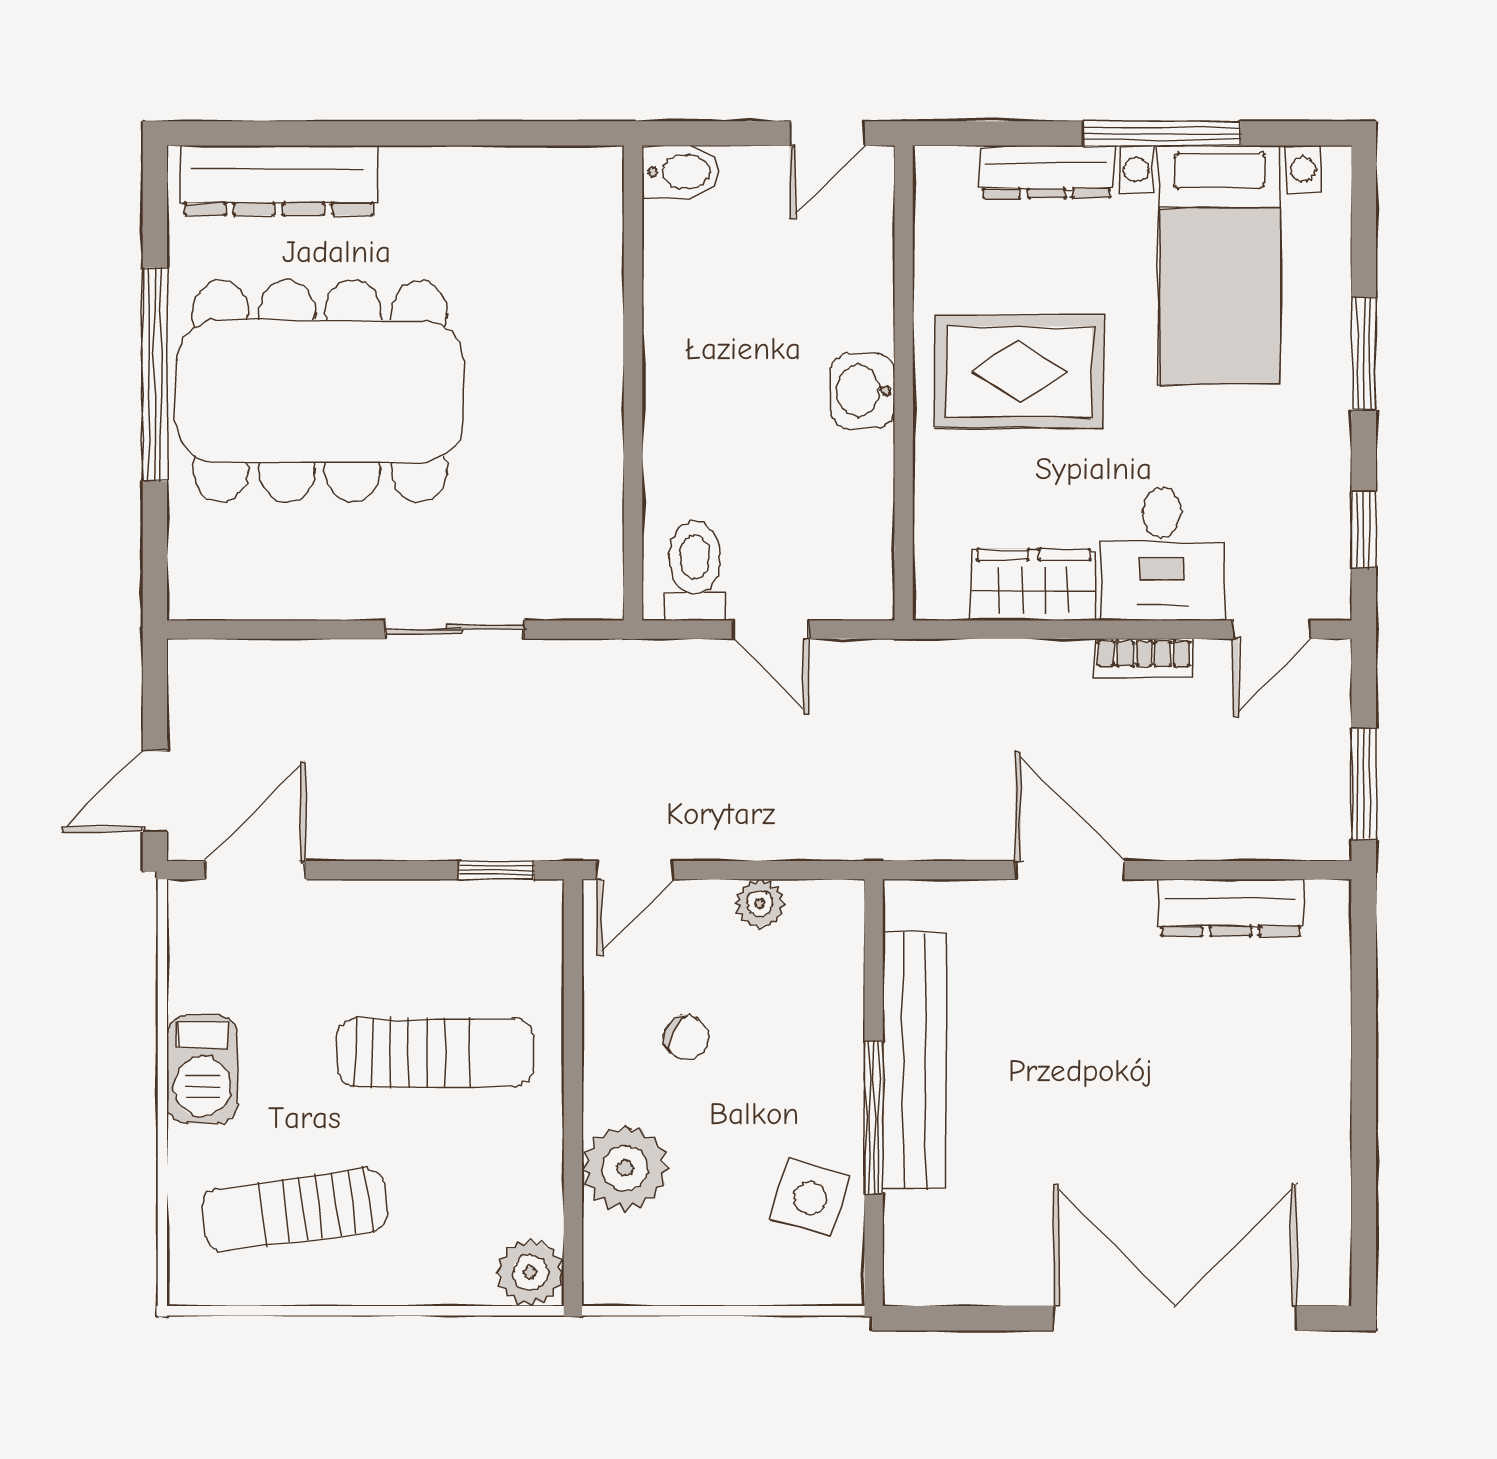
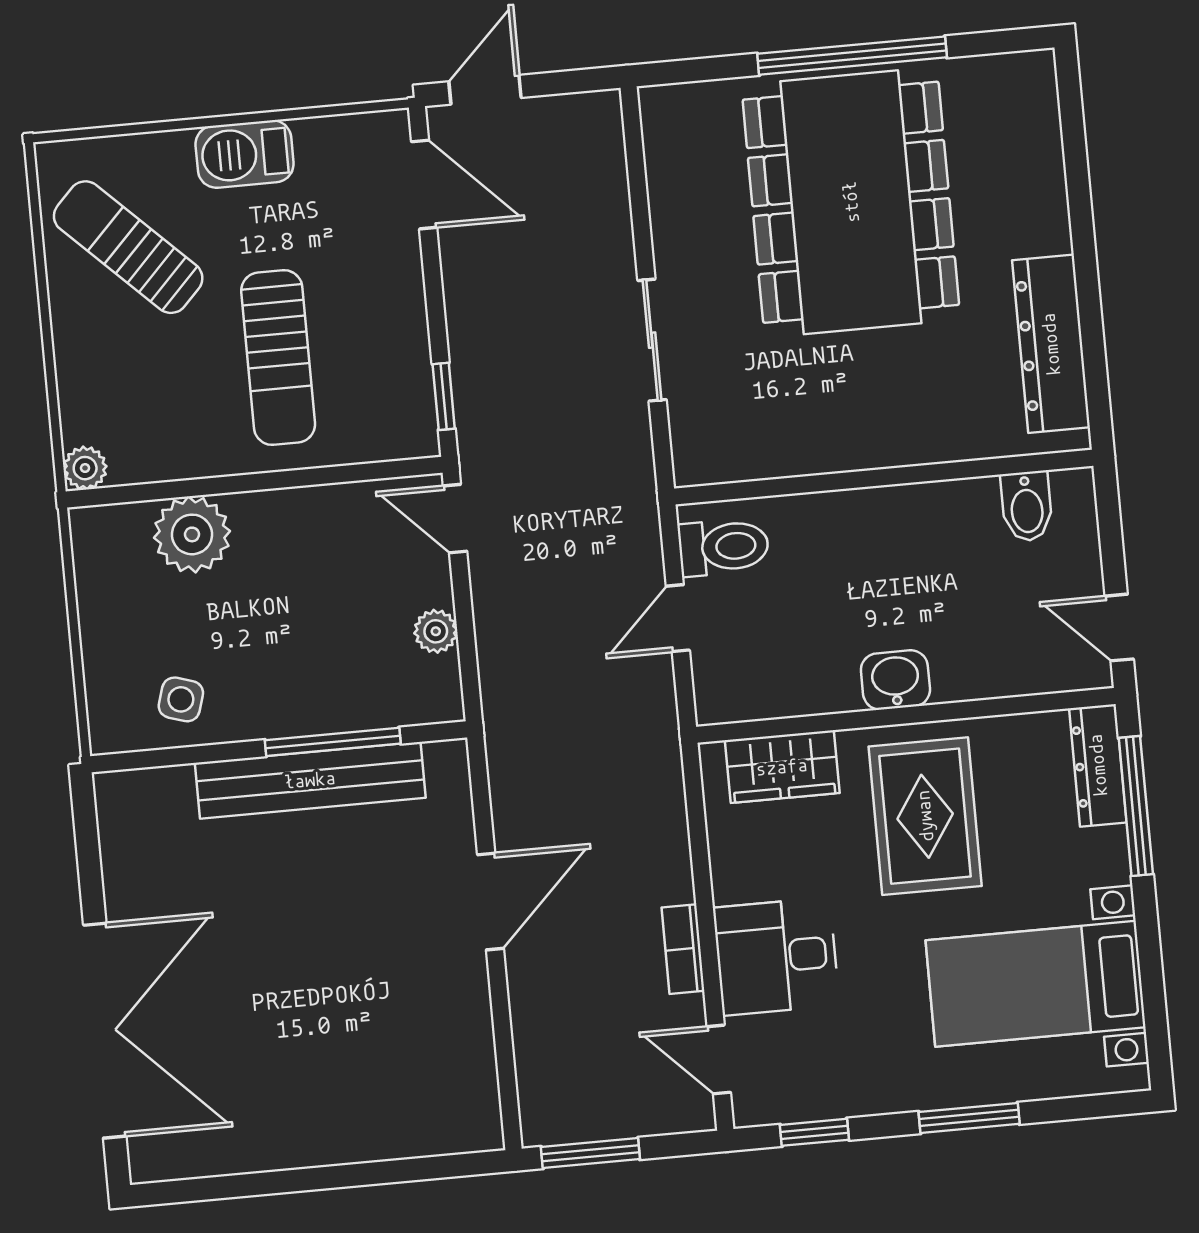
window: (1162, 133) -> (1136, 806), moved
bidet: (681, 172) -> (1027, 506), moved
dresser: (1046, 172) -> (1098, 765), moved
dresser: (279, 180) -> (1051, 344), moved
wardrobe: (1034, 585) -> (782, 767), moved, turned 90
door: (155, 791) -> (485, 90), hinge flipped
dresser: (1231, 908) -> (471, 1046), removed
chair: (686, 1038) -> (312, 577), removed
window: (874, 1118) -> (333, 742), moved
side table: (810, 1198) -> (181, 699), width x0.73, depth x0.73
sun lounger: (295, 1210) -> (128, 247), turned -38
plant: (530, 1272) -> (85, 468), width x0.73, depth x0.73

